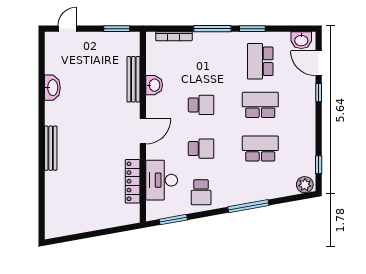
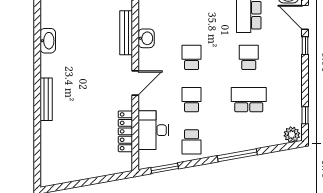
school desk: (201, 105) -> (192, 57), turned -90
school desk: (260, 105) -> (249, 57), width x0.54
school desk: (201, 149) -> (192, 100), turned -90

